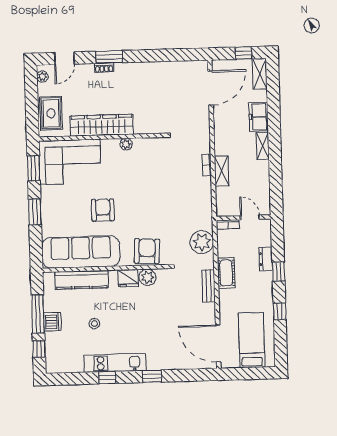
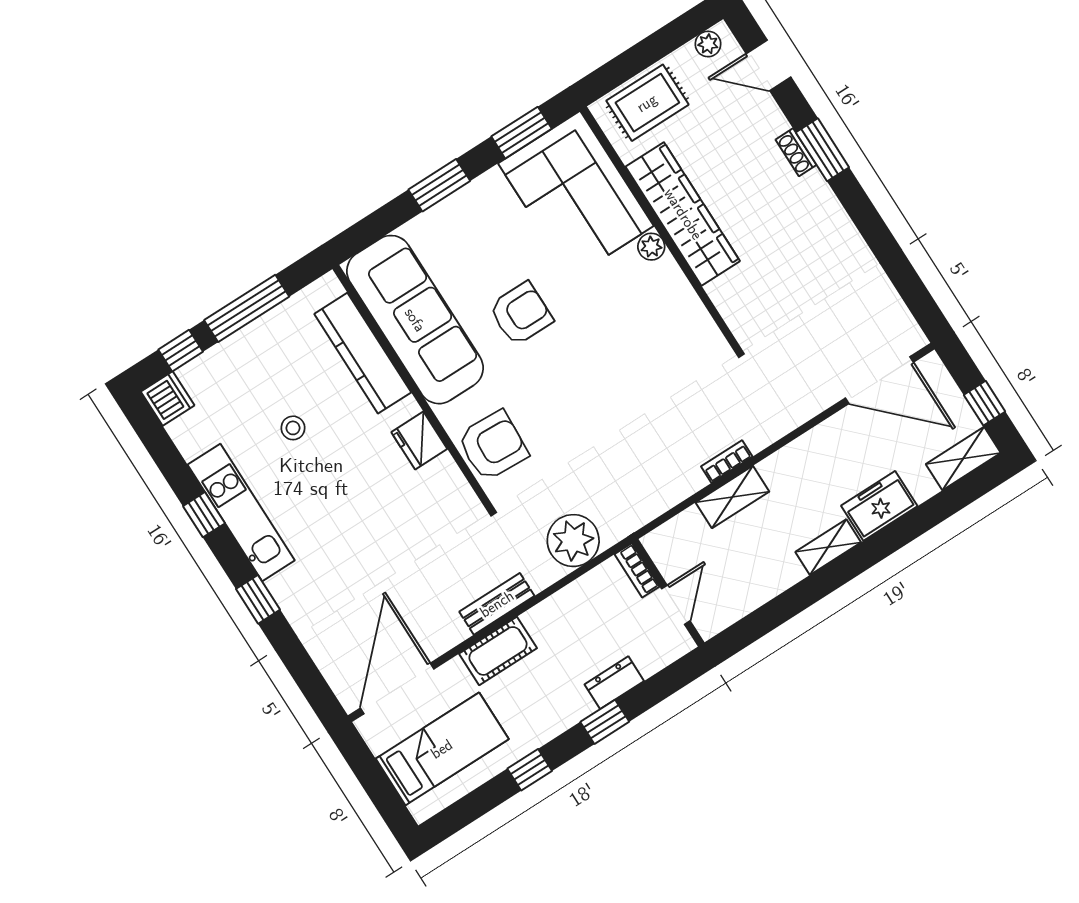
plant: (126, 144) -> (651, 247), moved
cot: (226, 273) -> (498, 651), moved
plant: (148, 277) -> (443, 477), removed
dishwasher: (52, 322) -> (168, 398), moved, turned -90

